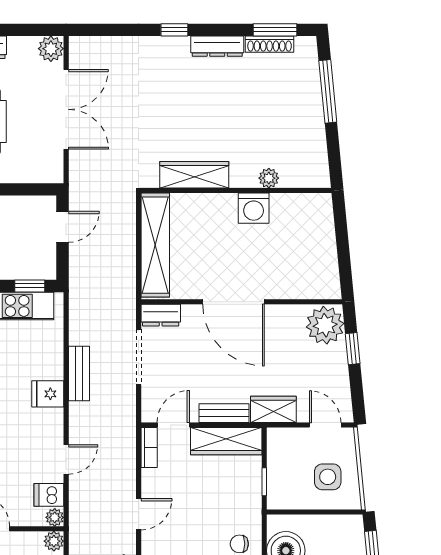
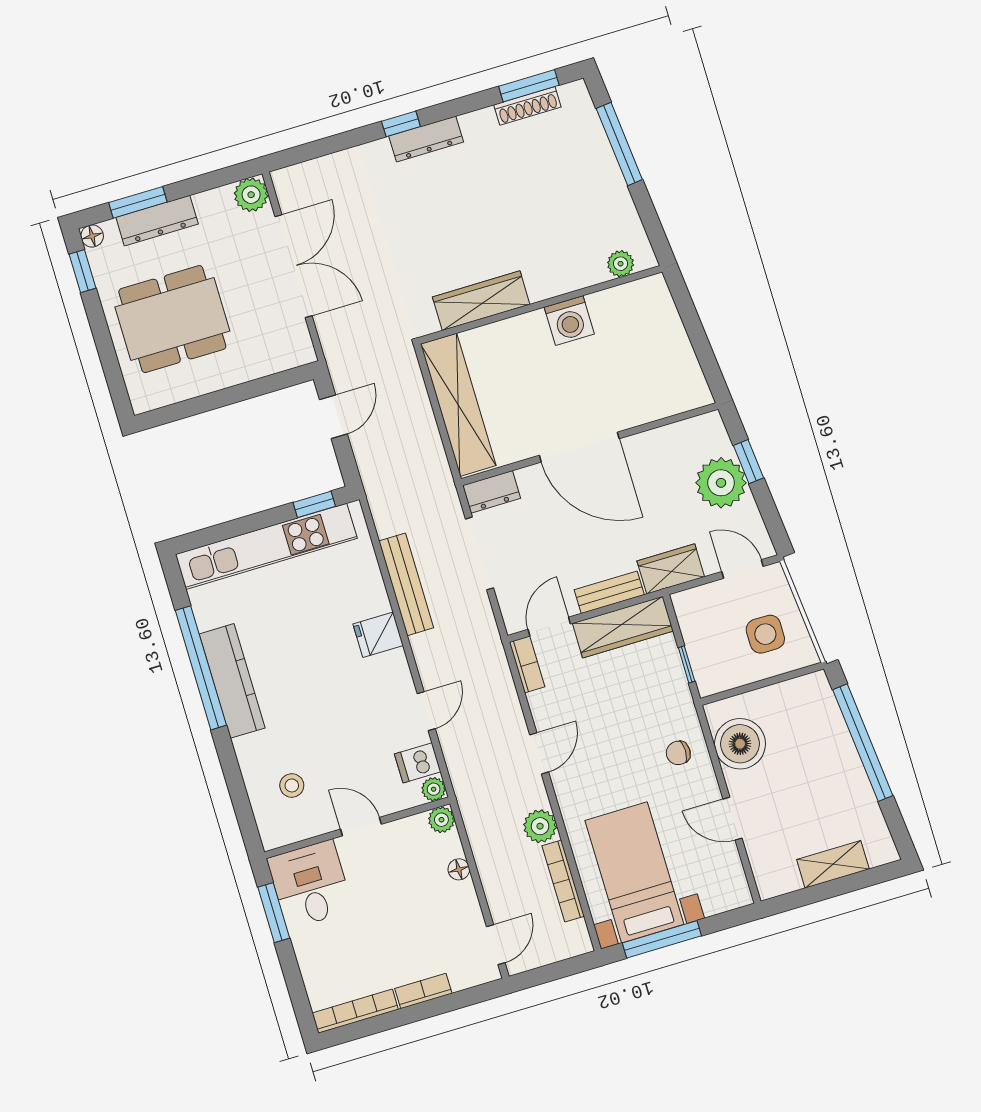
dresser: (217, 46) -> (426, 139), moved
plant: (269, 178) -> (621, 264), moved
plant: (325, 325) -> (721, 483), moved
bench: (79, 374) -> (406, 584), width x1.36

